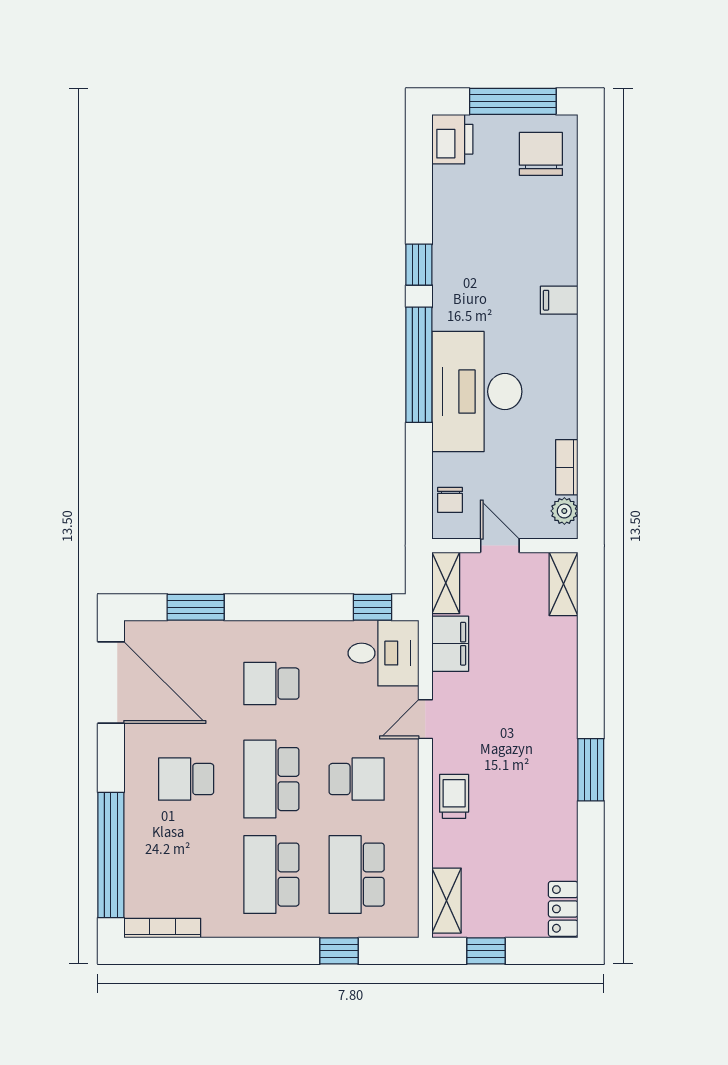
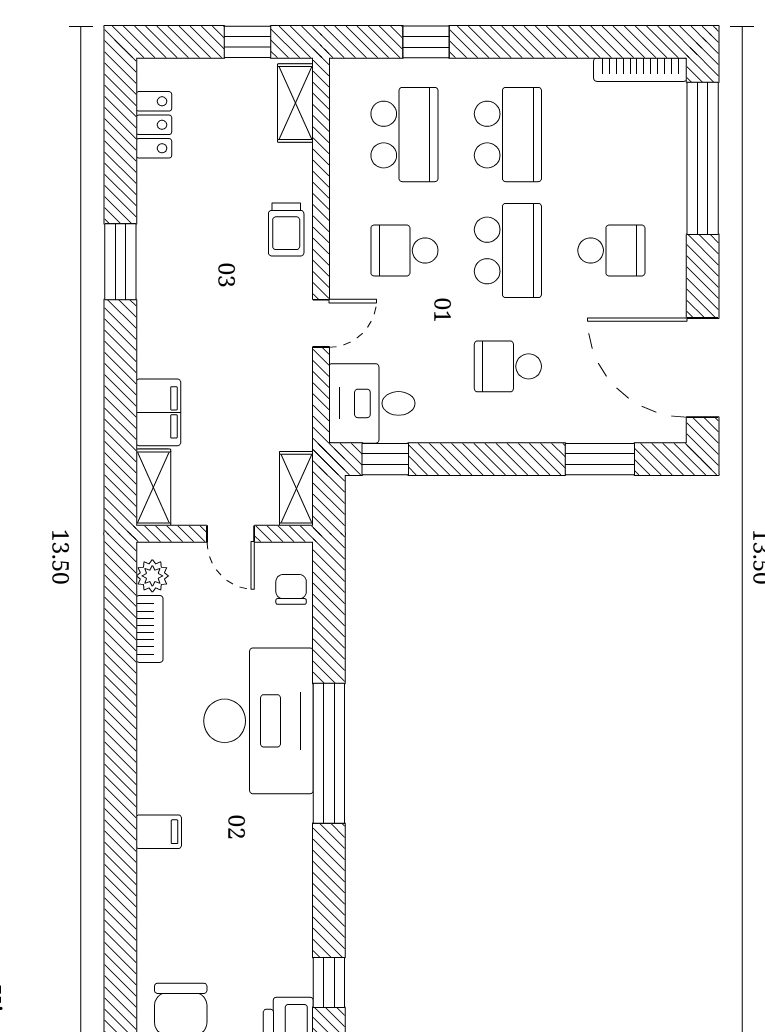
window: (419, 265) -> (329, 982), moved
filing cabinet: (450, 644) -> (158, 412), moved, turned 180
school desk: (271, 684) -> (508, 366), turned 180
locker: (563, 909) -> (154, 125), moved

